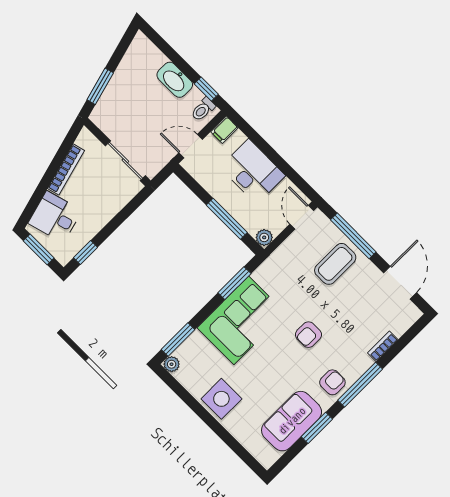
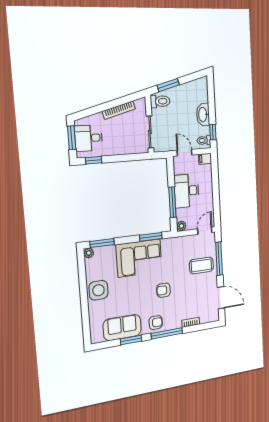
toilet: (107, 114) -> (160, 101), added
desk: (253, 172) -> (187, 191), moved, turned 180
desk: (55, 217) -> (89, 138), moved, turned -75
door: (400, 283) -> (221, 298), hinge flipped

